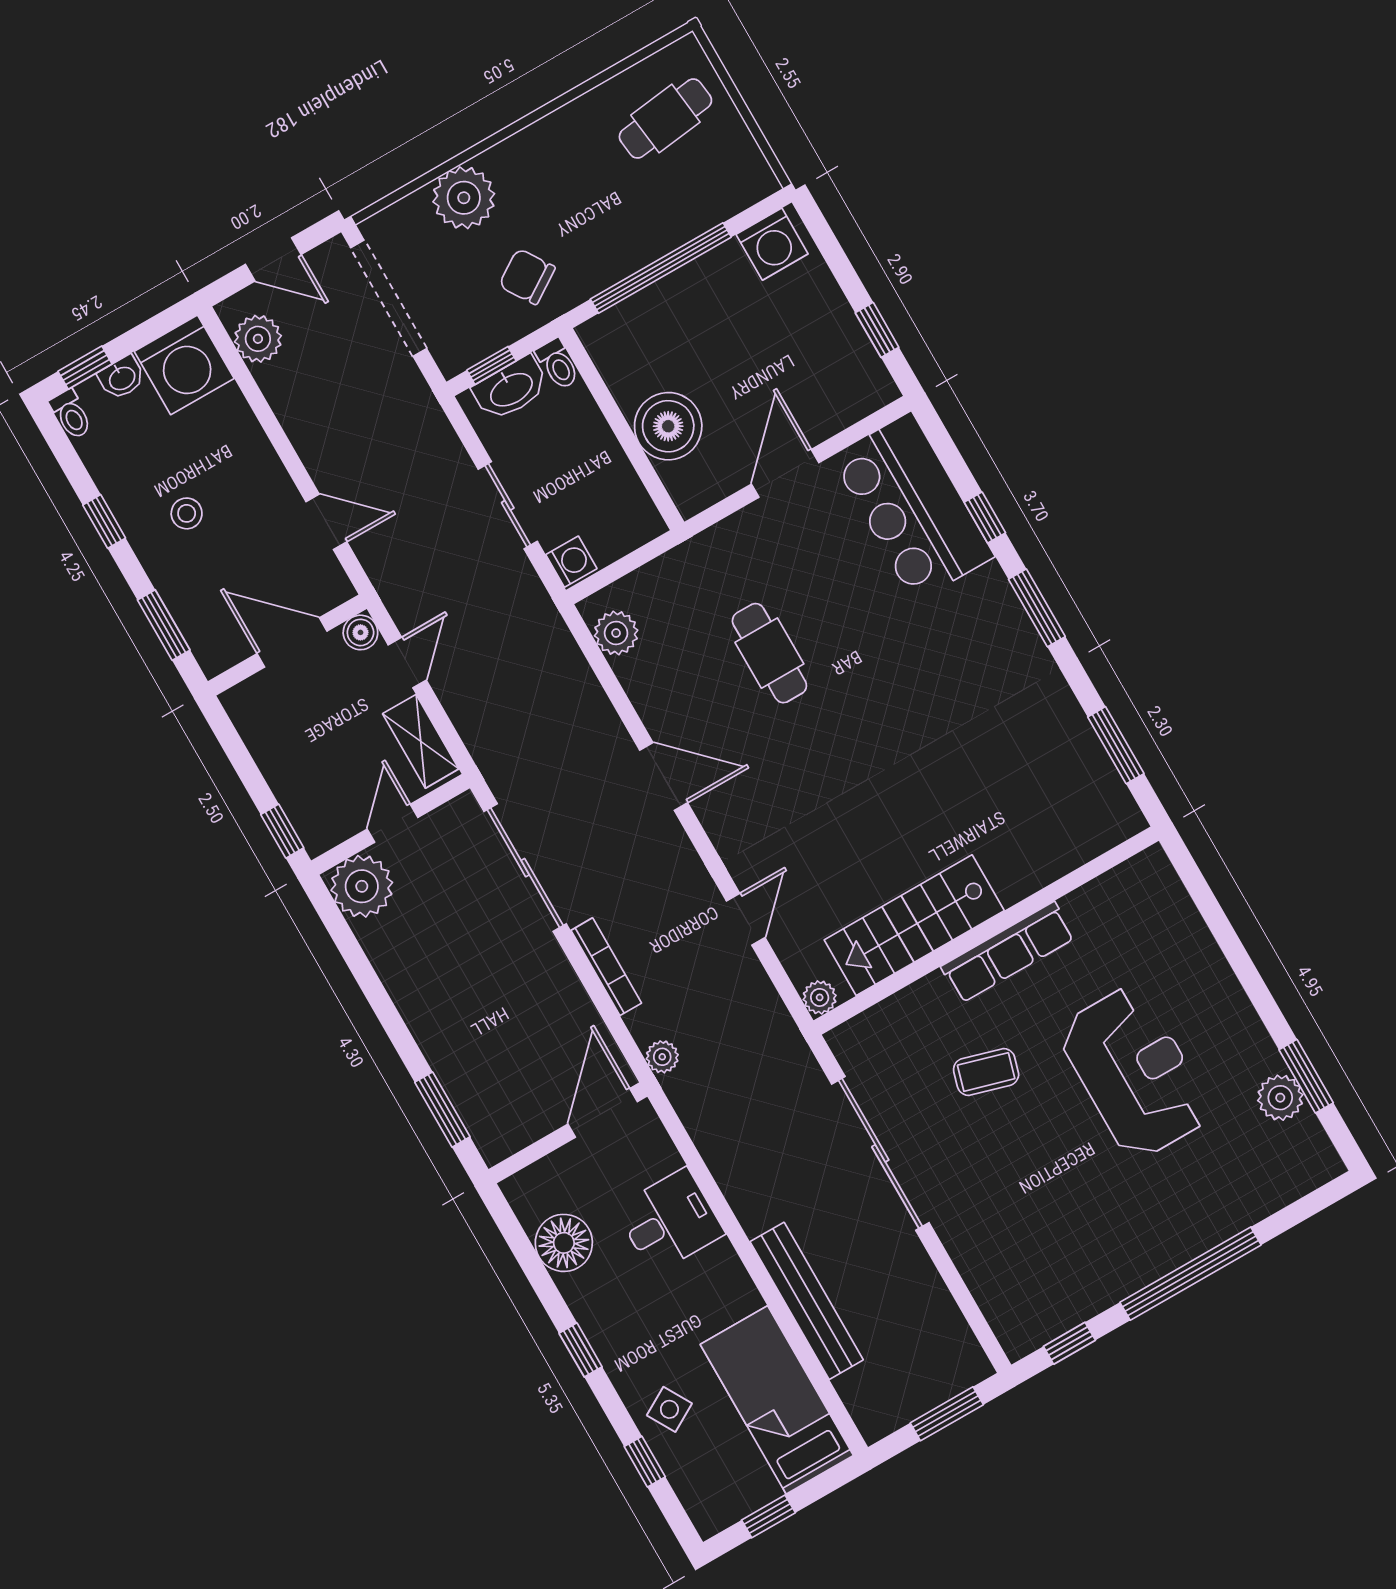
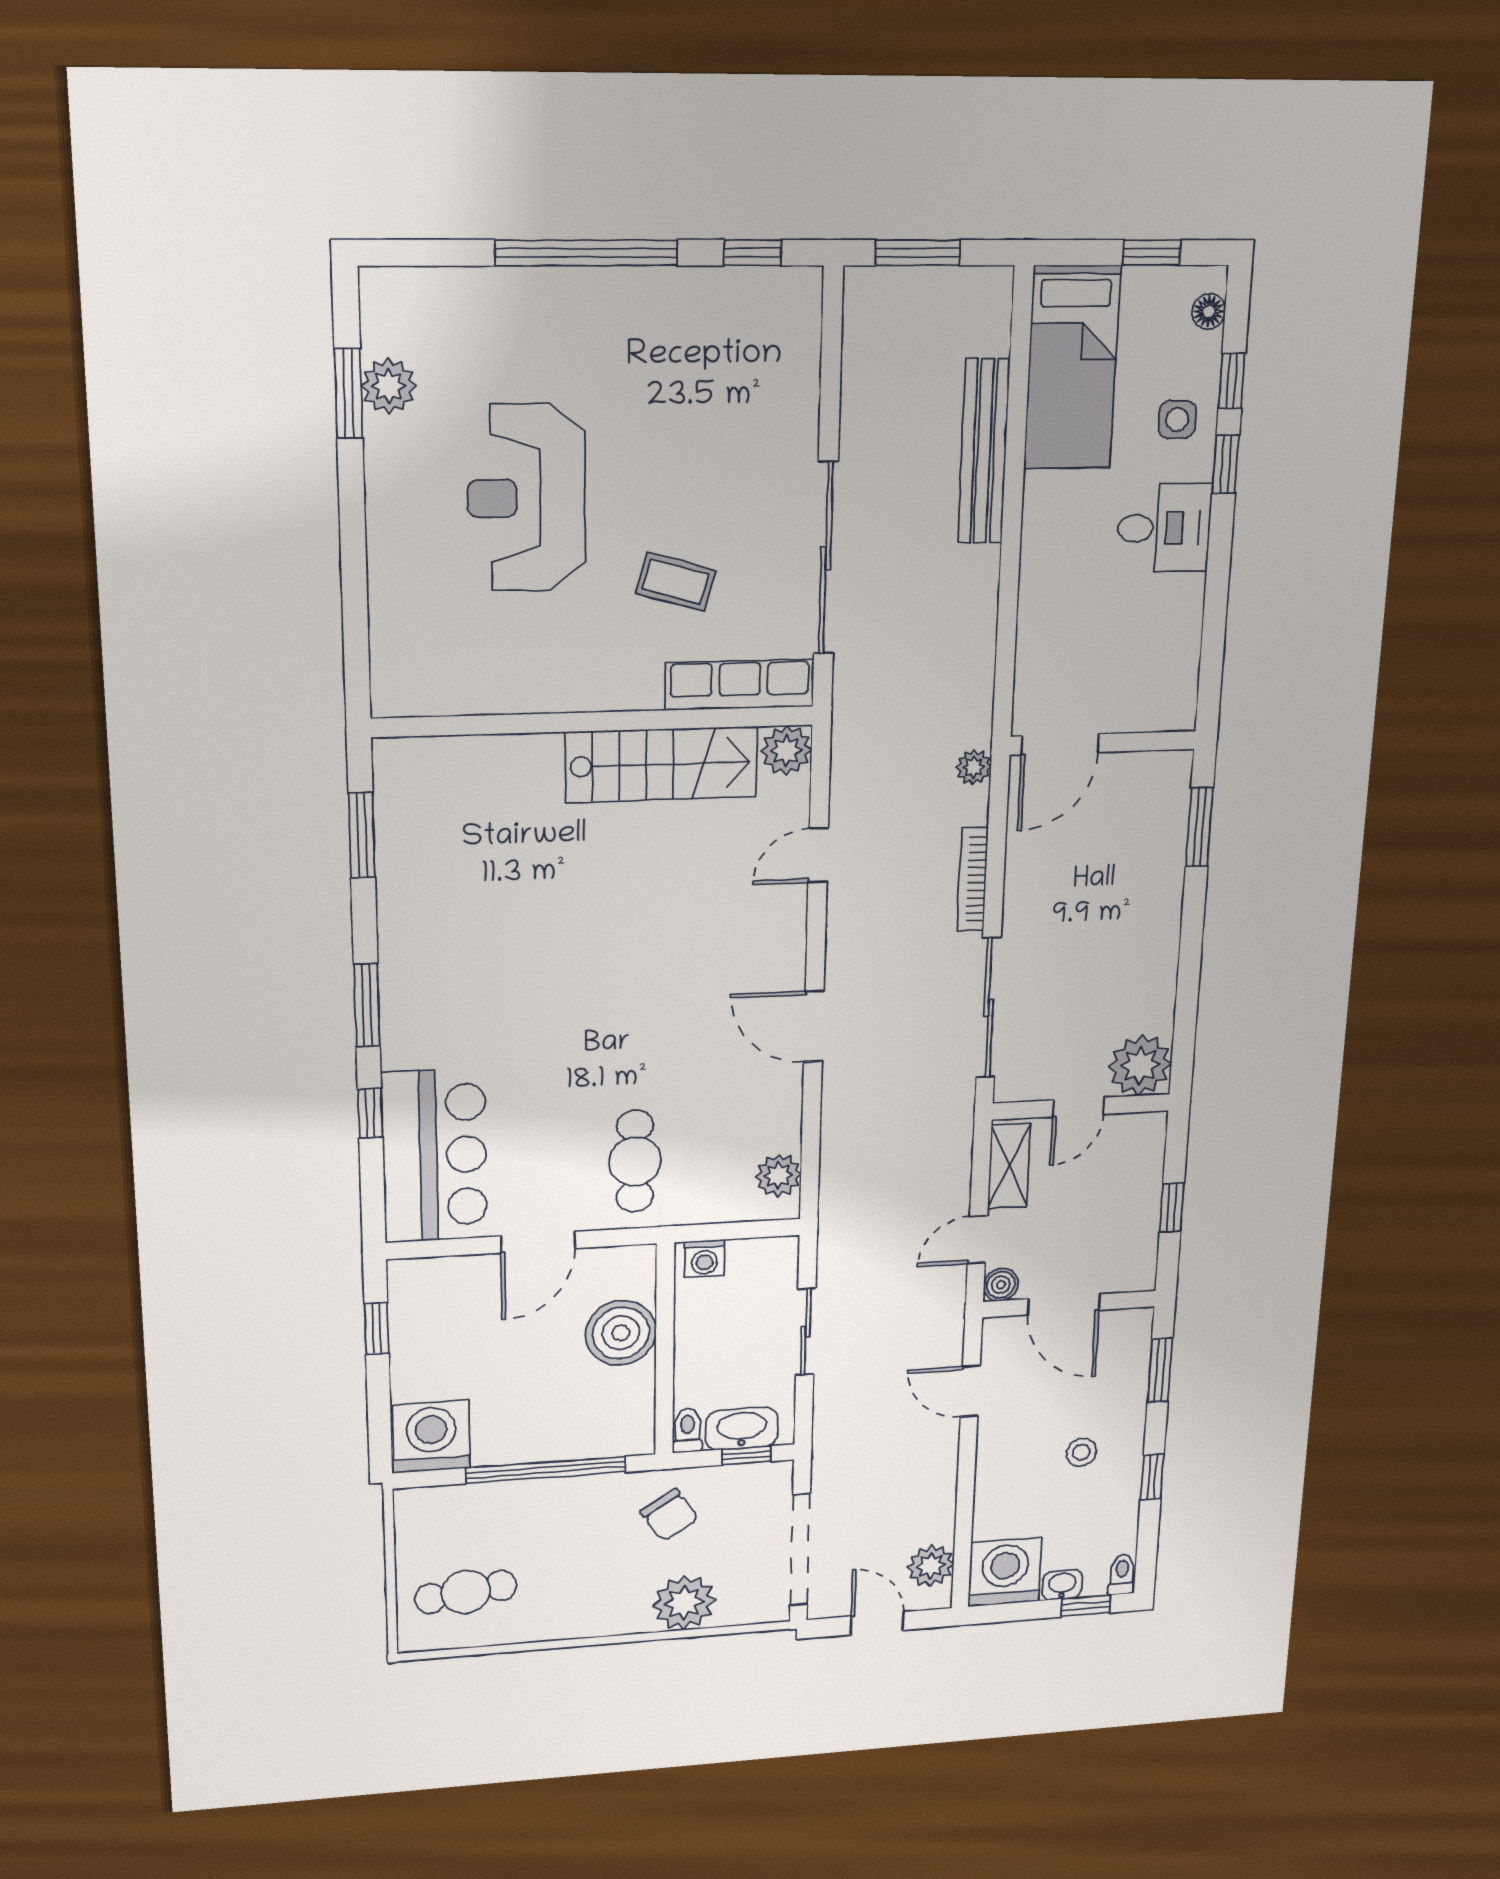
washing machine: (772, 244) -> (431, 1437), width x1.37, depth x1.37
washing machine: (571, 562) -> (704, 1259), moved, turned -90
cafe table: (769, 653) -> (635, 1161), moved
window: (282, 831) -> (1172, 1208), moved
row of seats: (1008, 952) -> (740, 685), moved
plant: (820, 997) -> (786, 751), width x1.38, depth x1.38
desk: (670, 1221) -> (1164, 528), moved, turned 180
floor lamp: (564, 1243) -> (1209, 311), moved, width x0.53, depth x0.53
window: (581, 1350) -> (1226, 464), moved
side table: (669, 1409) -> (1177, 420), turned 30

